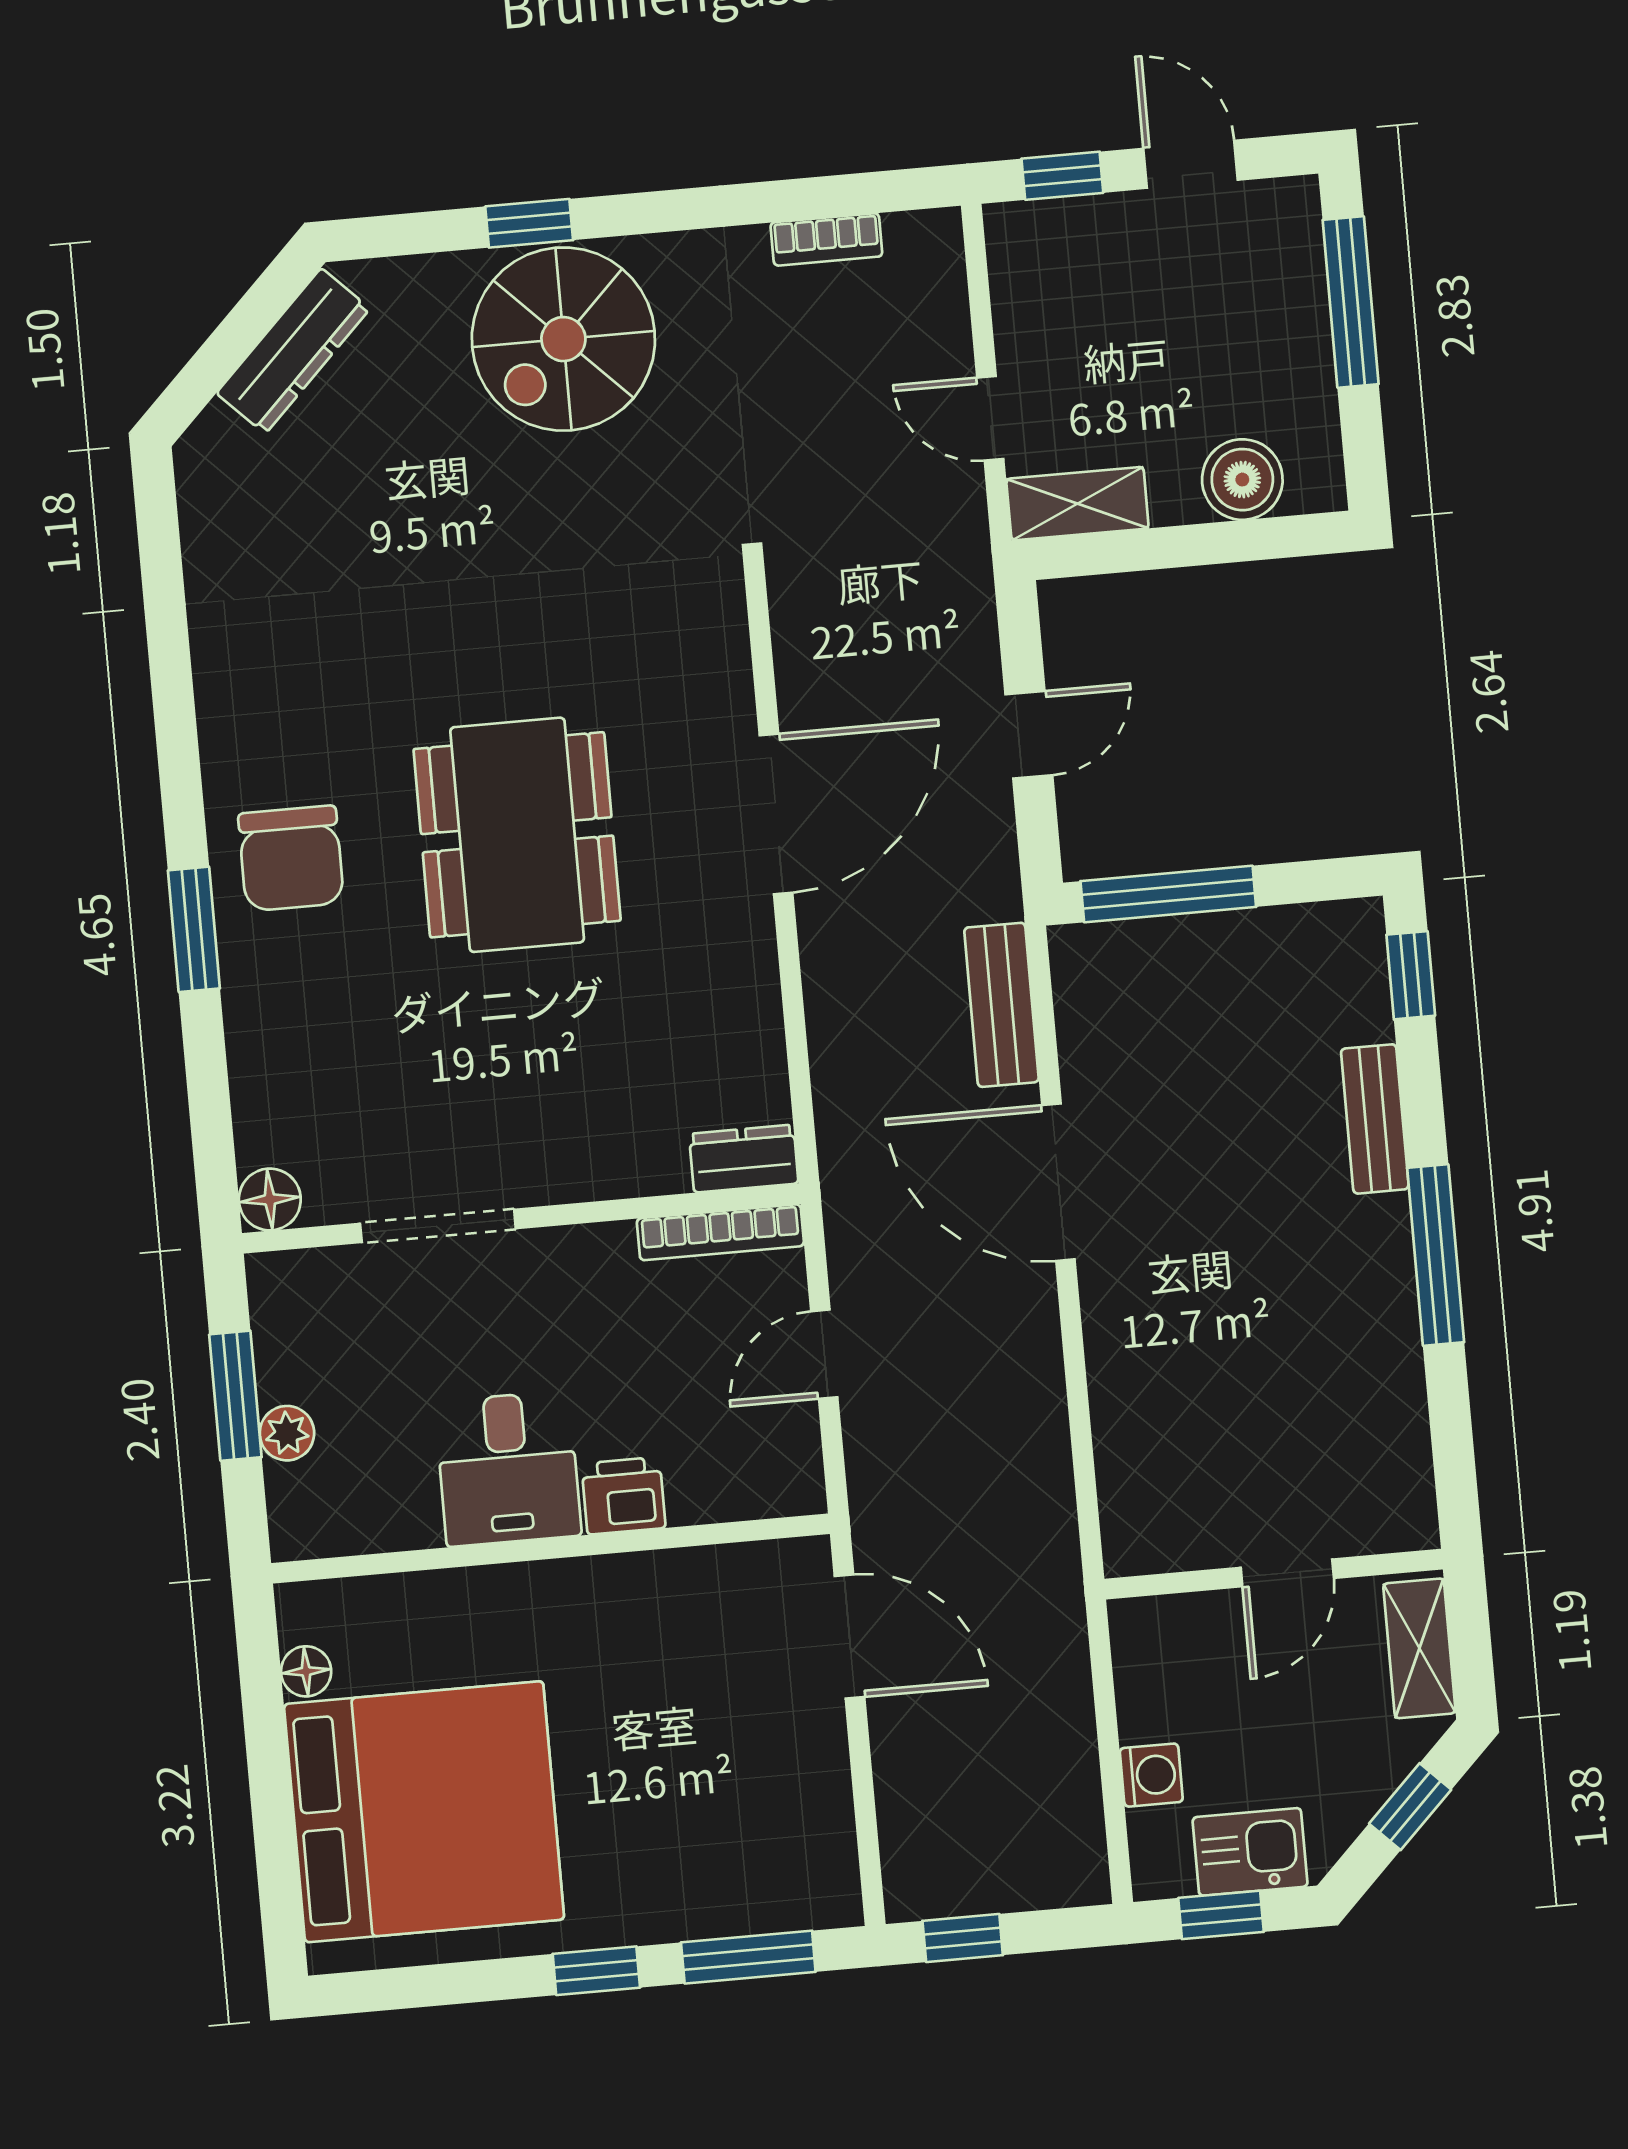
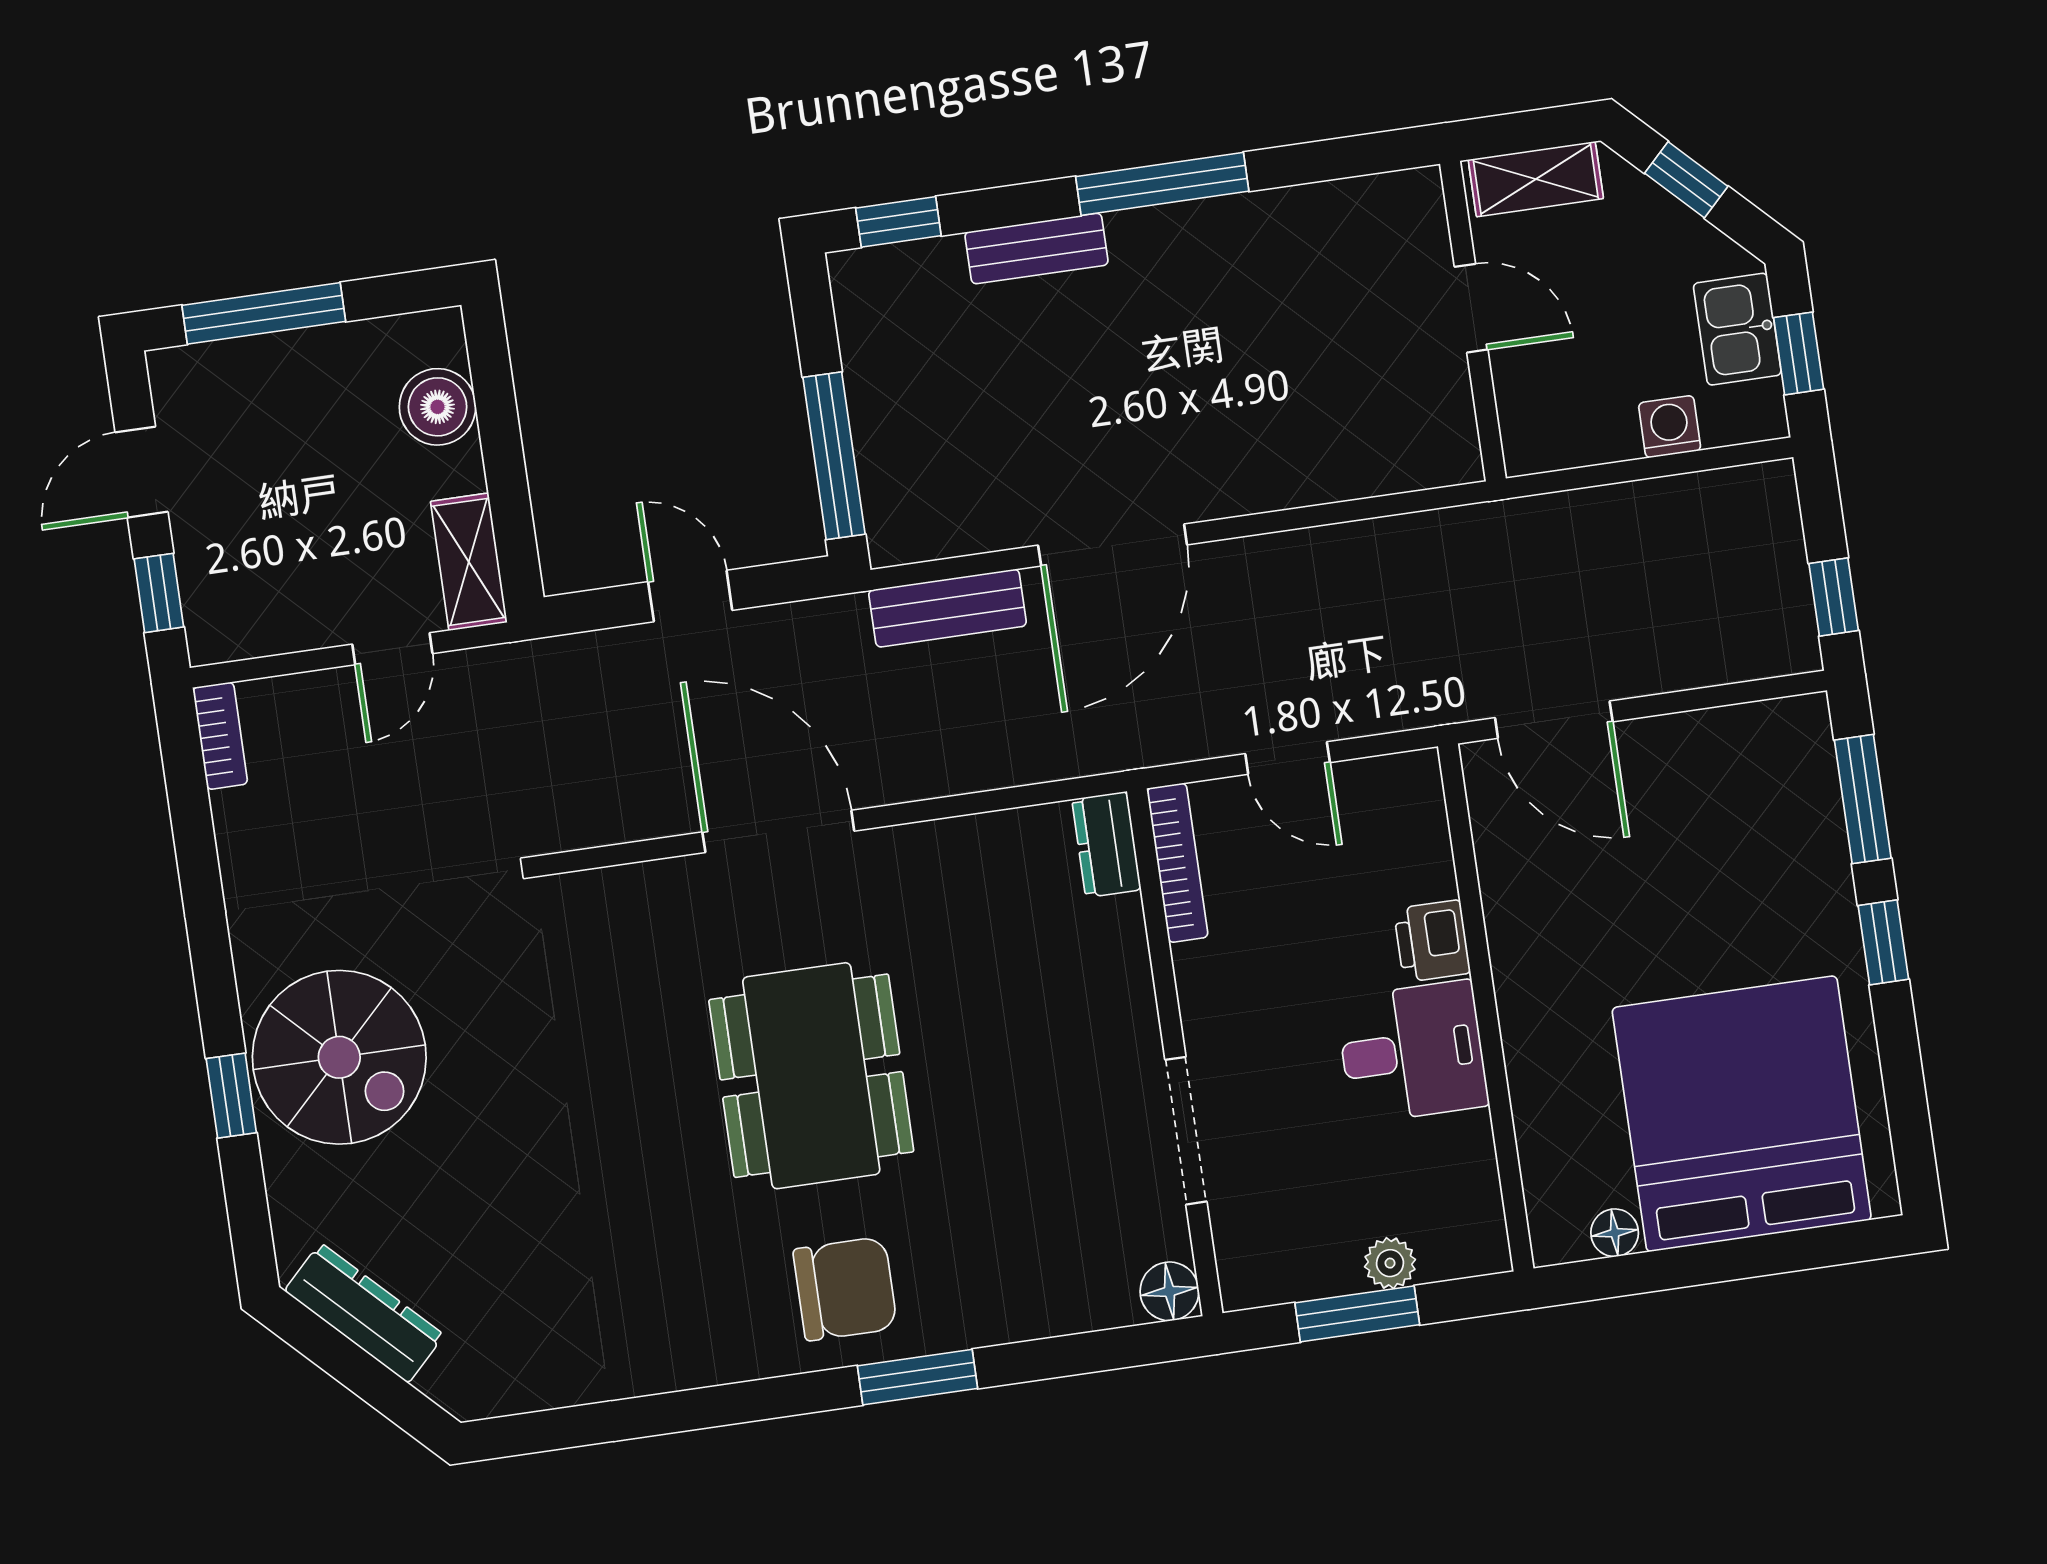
bookcase: (826, 239) -> (220, 736), moved
dining table: (517, 835) -> (811, 1076), turned 90
door: (849, 1637) -> (1554, 720), swing flipped

